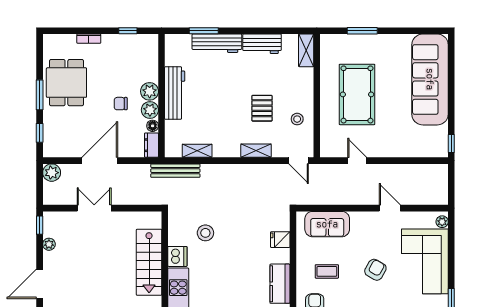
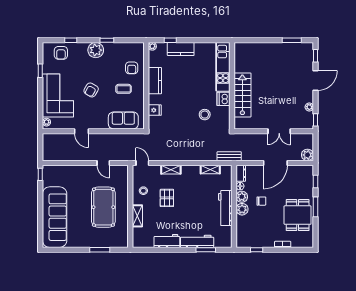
shelving: (306, 50) -> (137, 216), moved
bench: (175, 171) -> (229, 156), width x0.73

